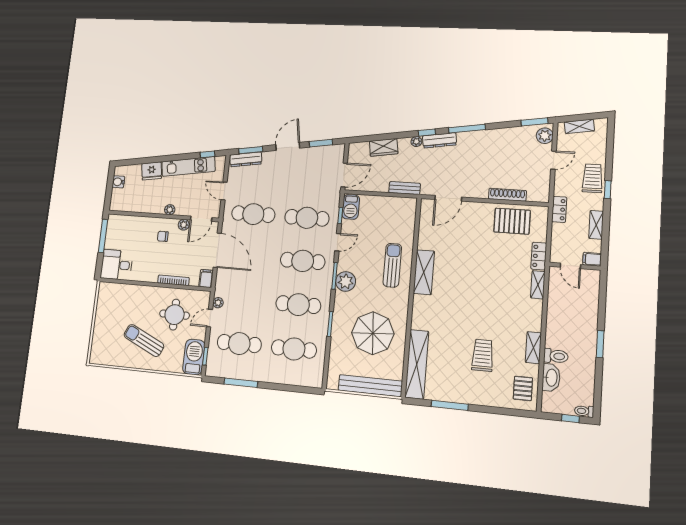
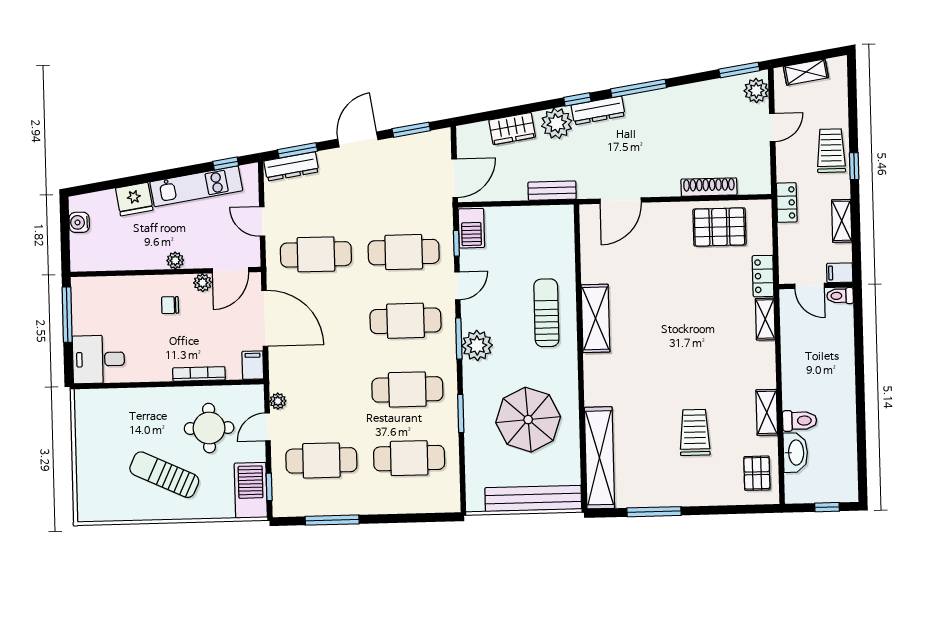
plant: (416, 141) -> (557, 123), width x1.88, depth x1.88
window: (600, 344) -> (860, 396), removed
toilet: (584, 411) -> (840, 296), moved

